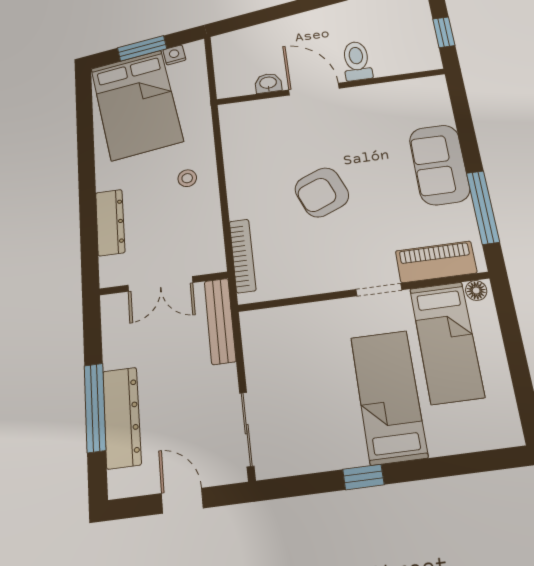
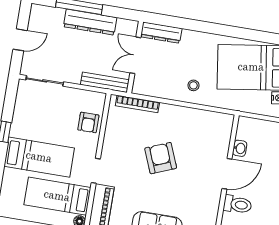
dresser: (110, 222) -> (161, 33), moved
armchair: (299, 328) -> (88, 122), added
dresser: (122, 417) -> (90, 22), moved

